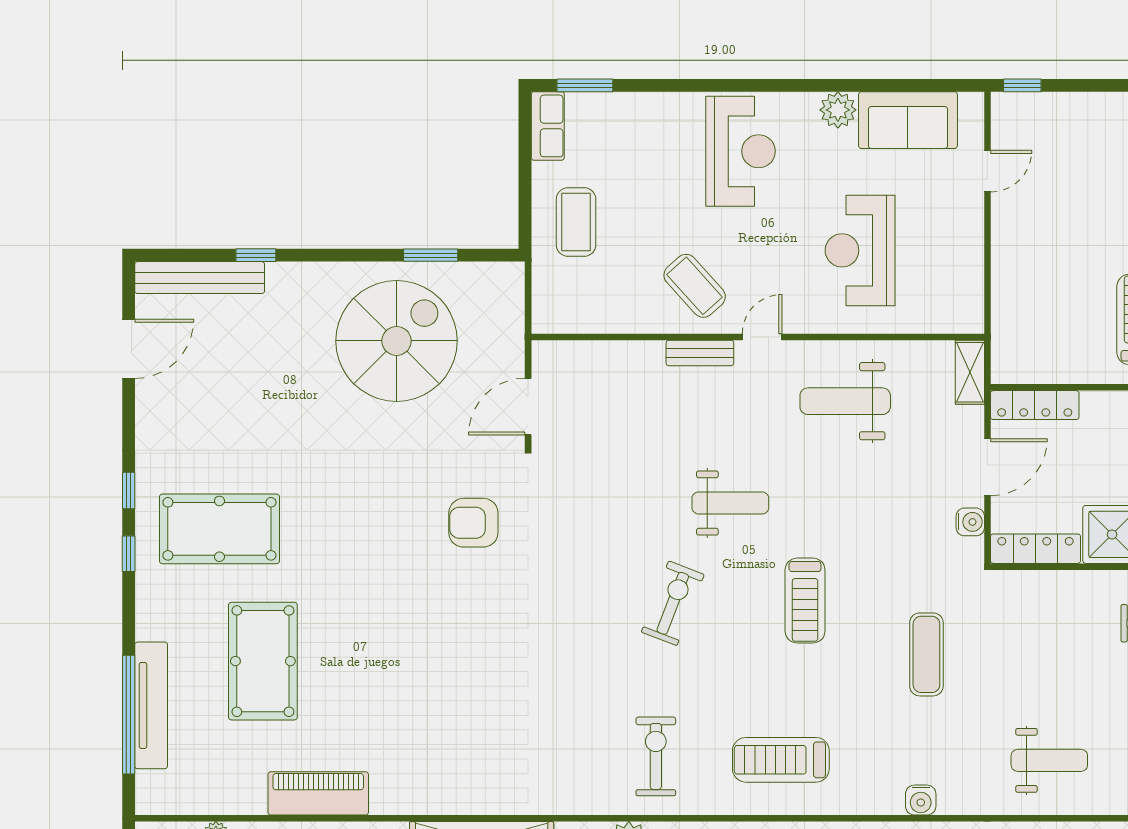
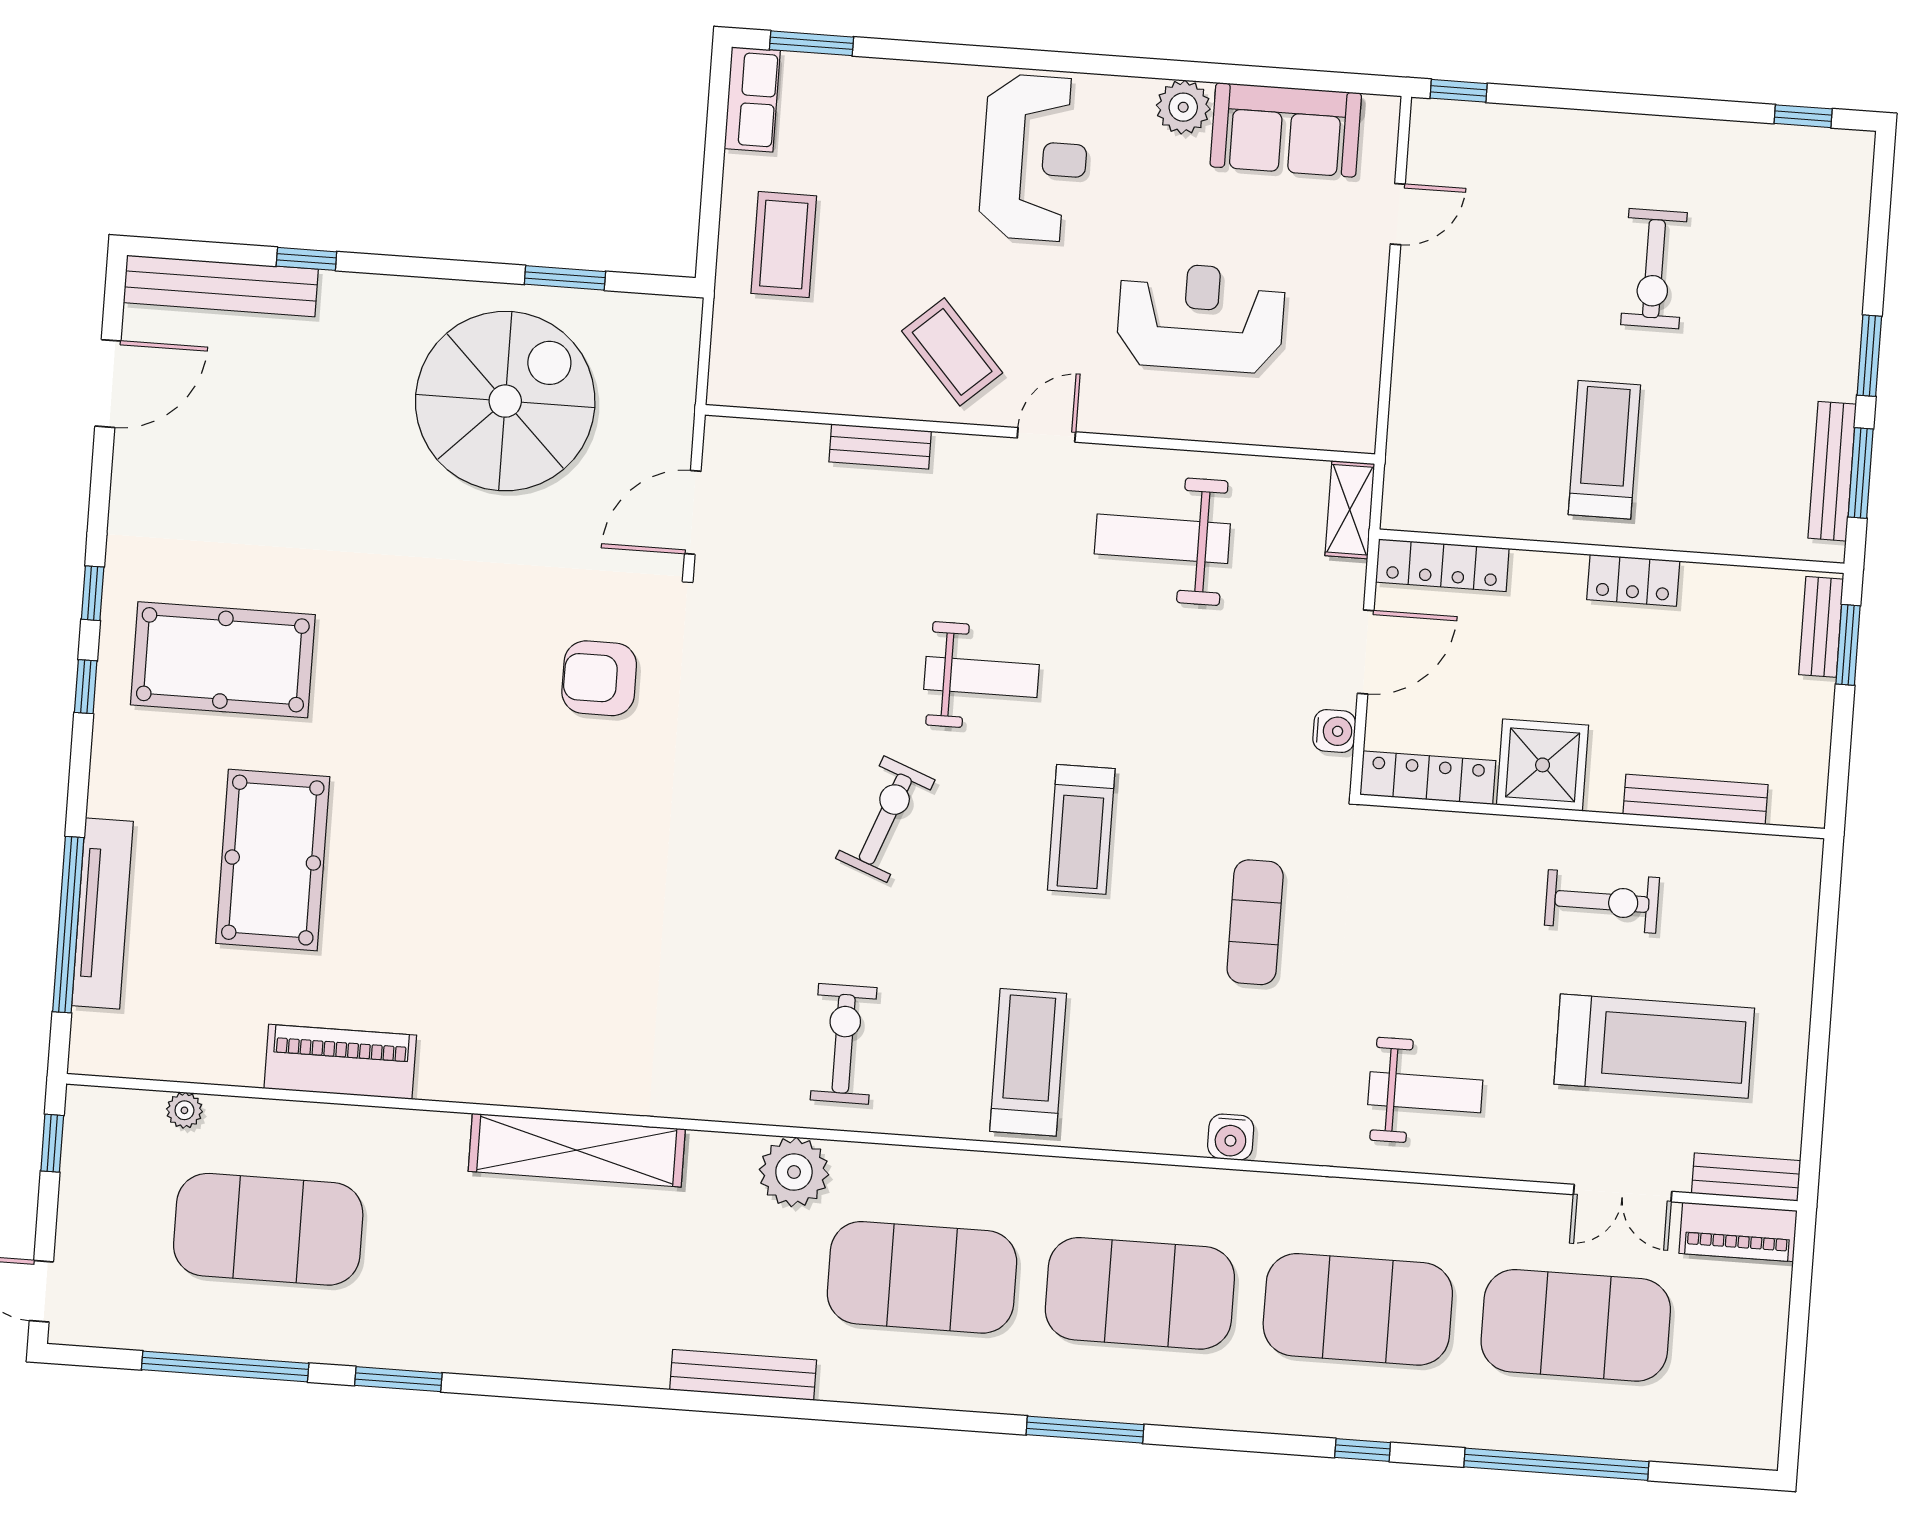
reception desk: (860, 250) -> (1201, 317), turned 90
bench: (700, 353) -> (880, 446), moved
treadmill: (781, 760) -> (1028, 1062), turned 90

